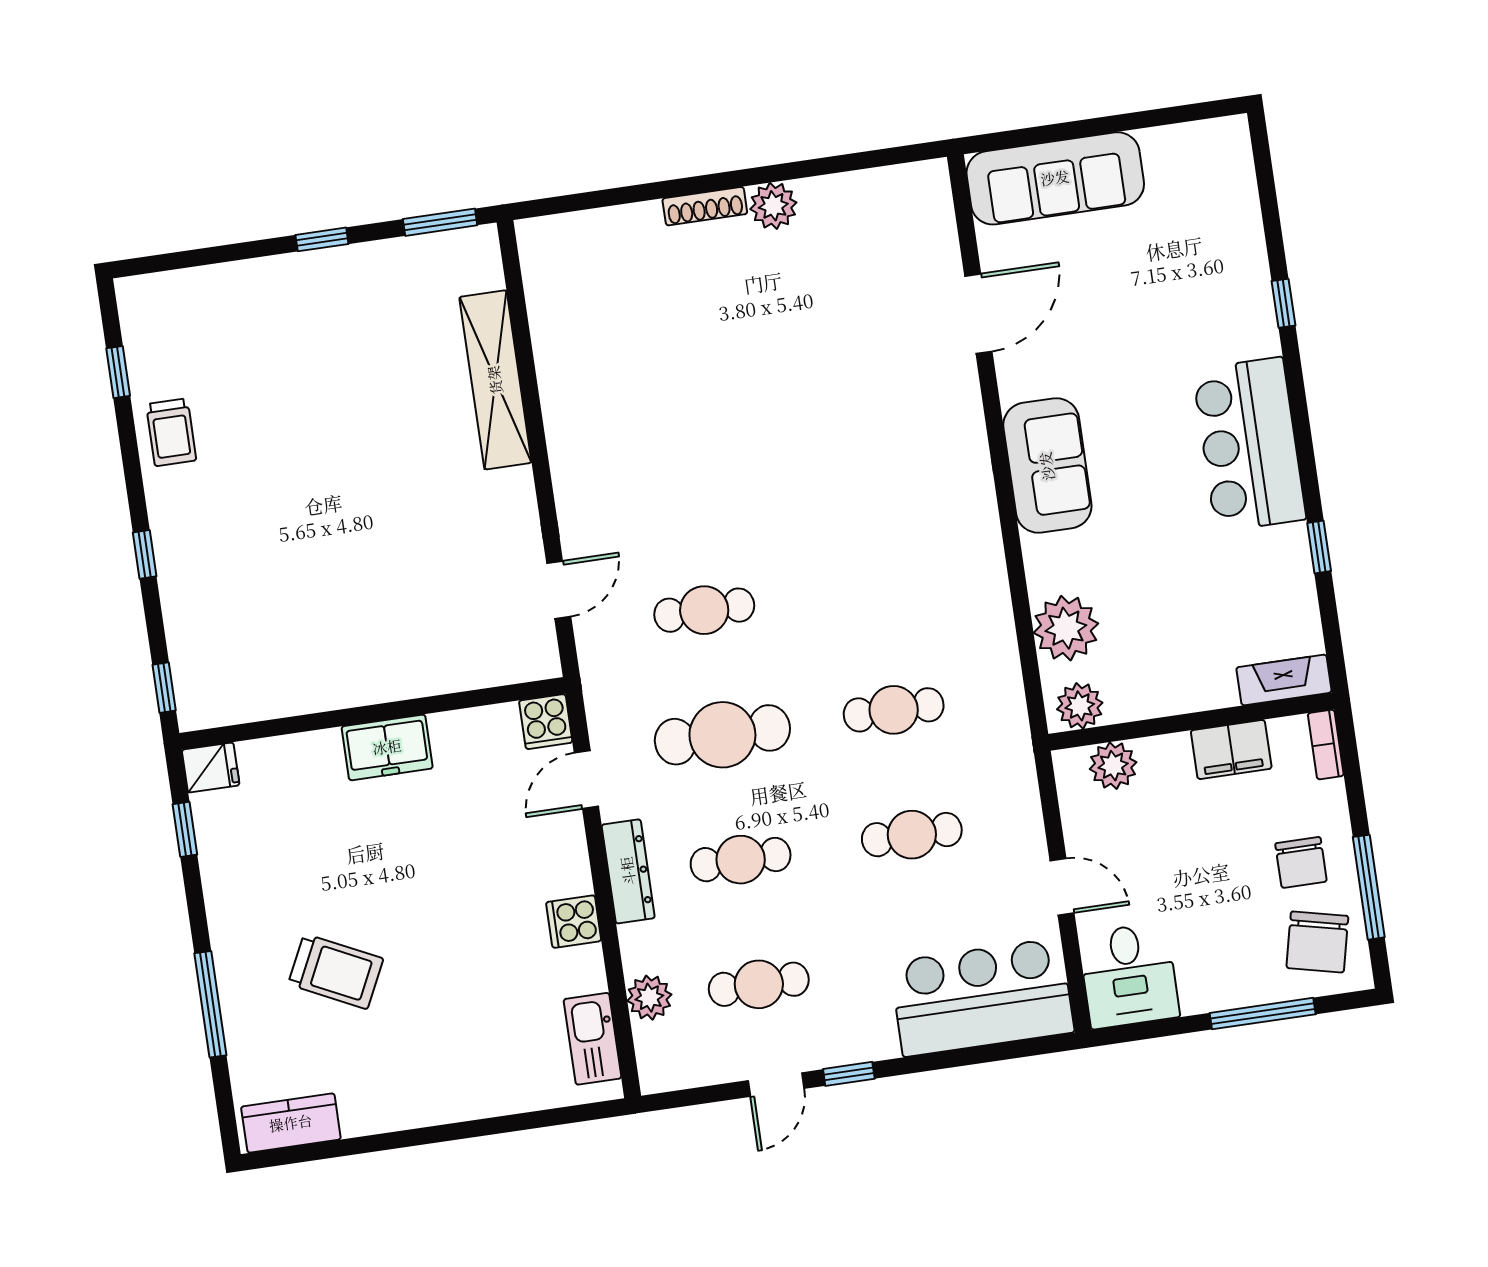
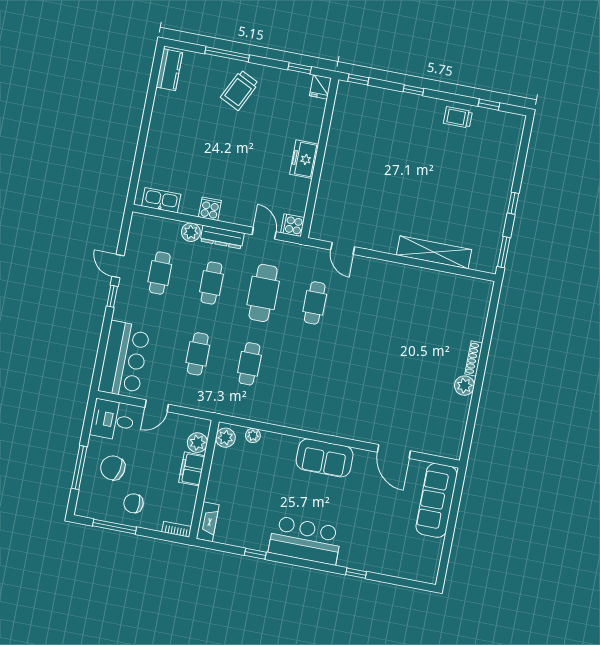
plant: (1066, 628) -> (253, 435), width x0.53, depth x0.53
filing cabinet: (1231, 749) -> (192, 469), moved
chair: (1317, 942) -> (113, 468), moved
trolley: (336, 971) -> (239, 90), moved
plant: (649, 998) -> (191, 232), moved

